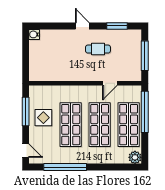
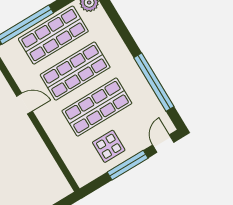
door: (110, 83) -> (25, 104), moved
window: (26, 112) -> (128, 165), moved

